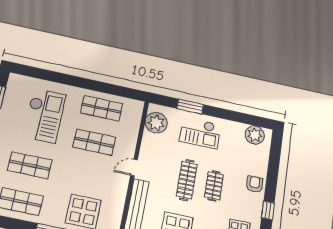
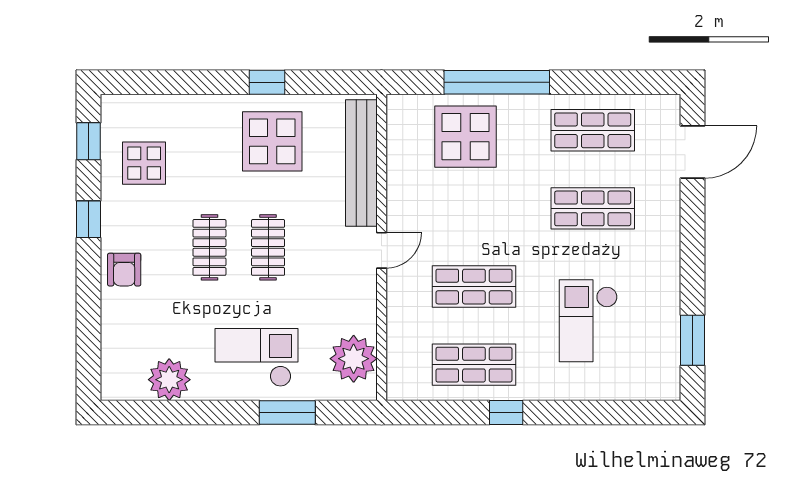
window: (91, 85) -> (506, 413), added
checkout: (44, 116) -> (588, 321), width x0.73, depth x0.83
plant: (255, 135) -> (169, 380), moved
clothes rail: (187, 180) -> (268, 247), width x0.73

